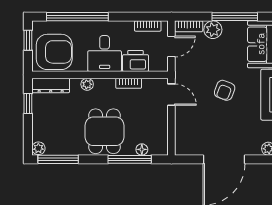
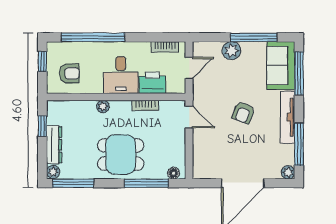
bookcase: (189, 26) -> (207, 47), removed
armchair: (54, 52) -> (69, 73), width x0.53, depth x0.53
dresser: (51, 85) -> (54, 145), moved, turned -90
dining table: (105, 131) -> (121, 155), turned 90
floor lamp: (142, 149) -> (174, 173), moved

